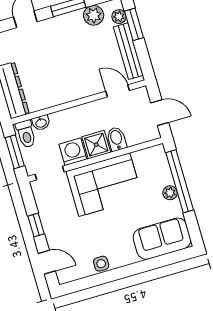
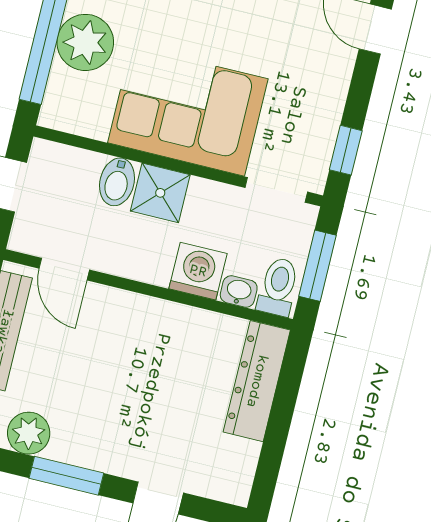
washing machine: (73, 152) -> (198, 271), moved, turned 180
plant: (170, 193) -> (85, 42), width x1.88, depth x1.88
window: (36, 225) -> (346, 150), moved

